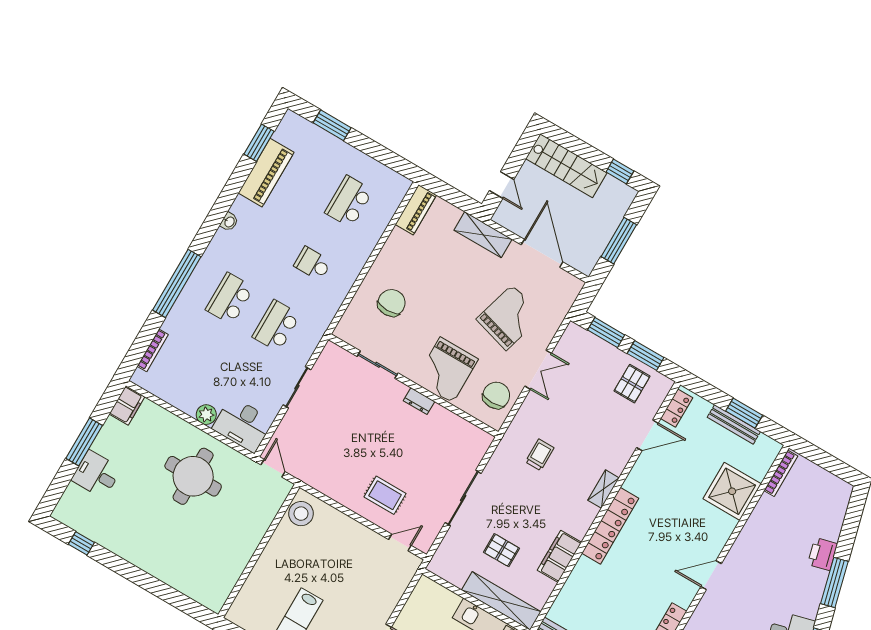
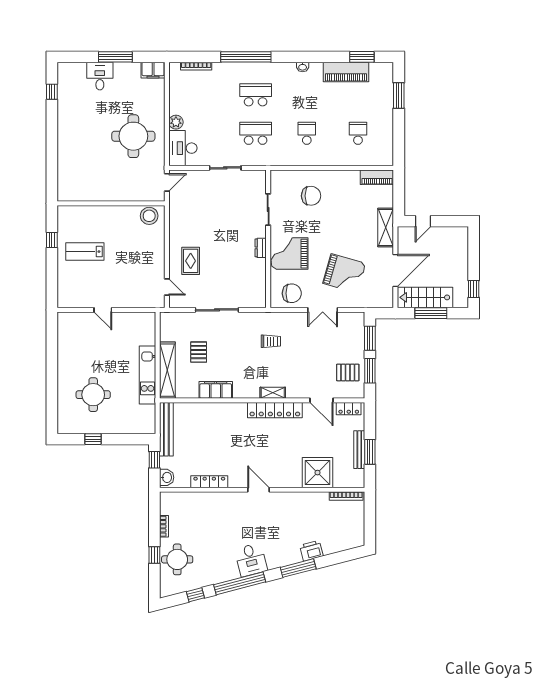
stairs: (566, 166) -> (425, 297), moved, turned 90
school desk: (349, 202) -> (358, 133), width x0.54
locker: (610, 526) -> (275, 410), moved

